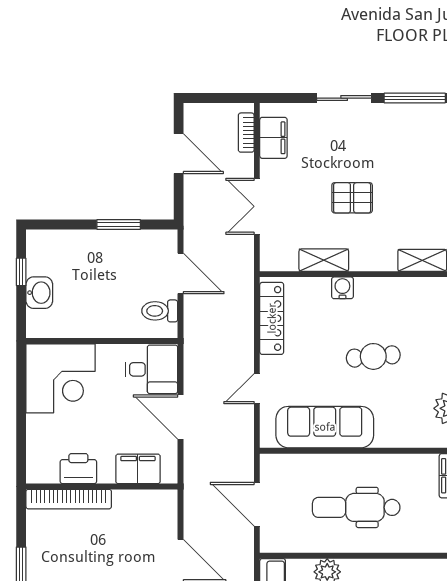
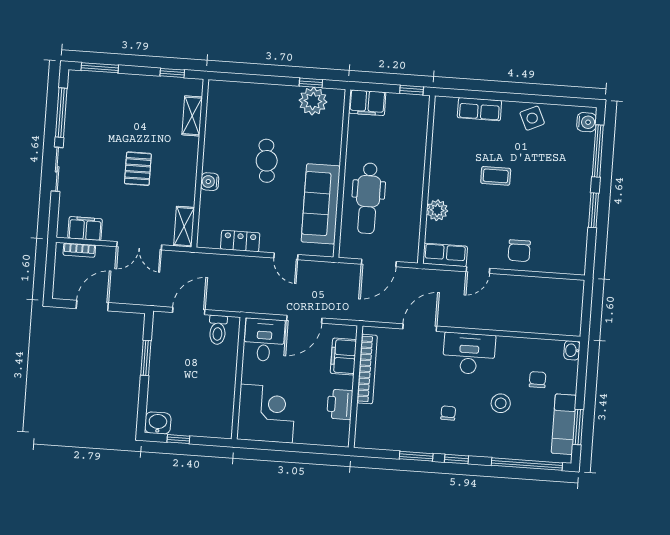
shelving: (324, 260) -> (184, 227), moved
washbasin: (39, 293) -> (158, 423), moved
locker: (272, 318) -> (240, 241), width x0.66
bookcase: (69, 499) -> (367, 369), moved
dental chair: (356, 507) -> (368, 198), moved

